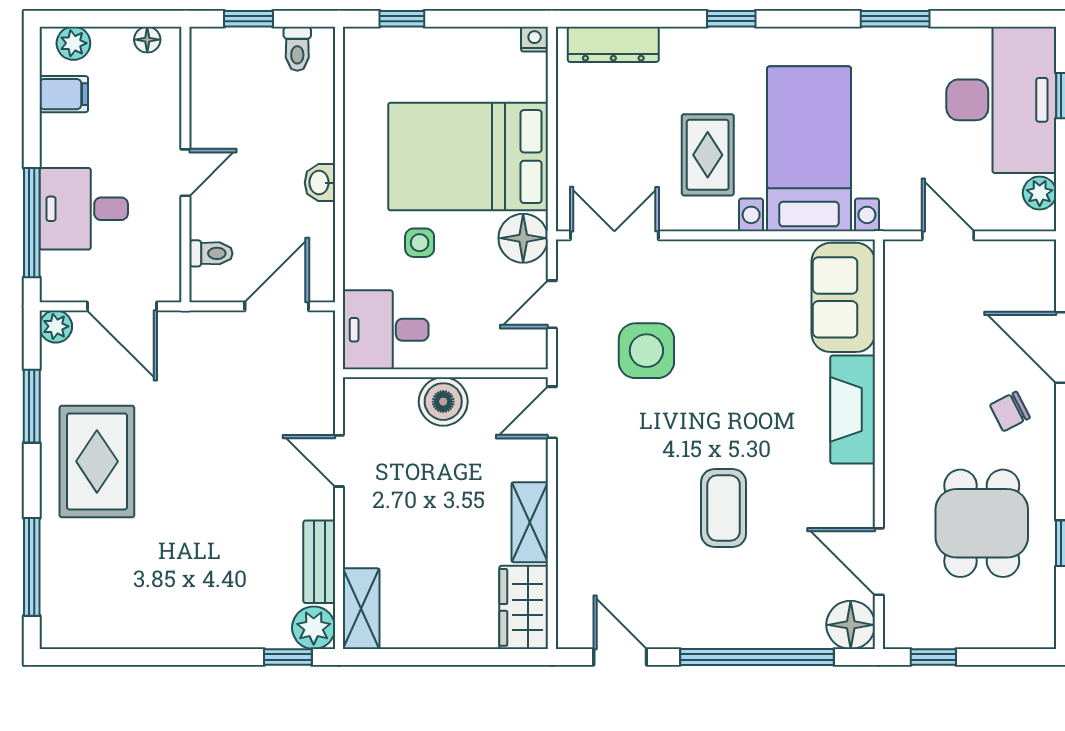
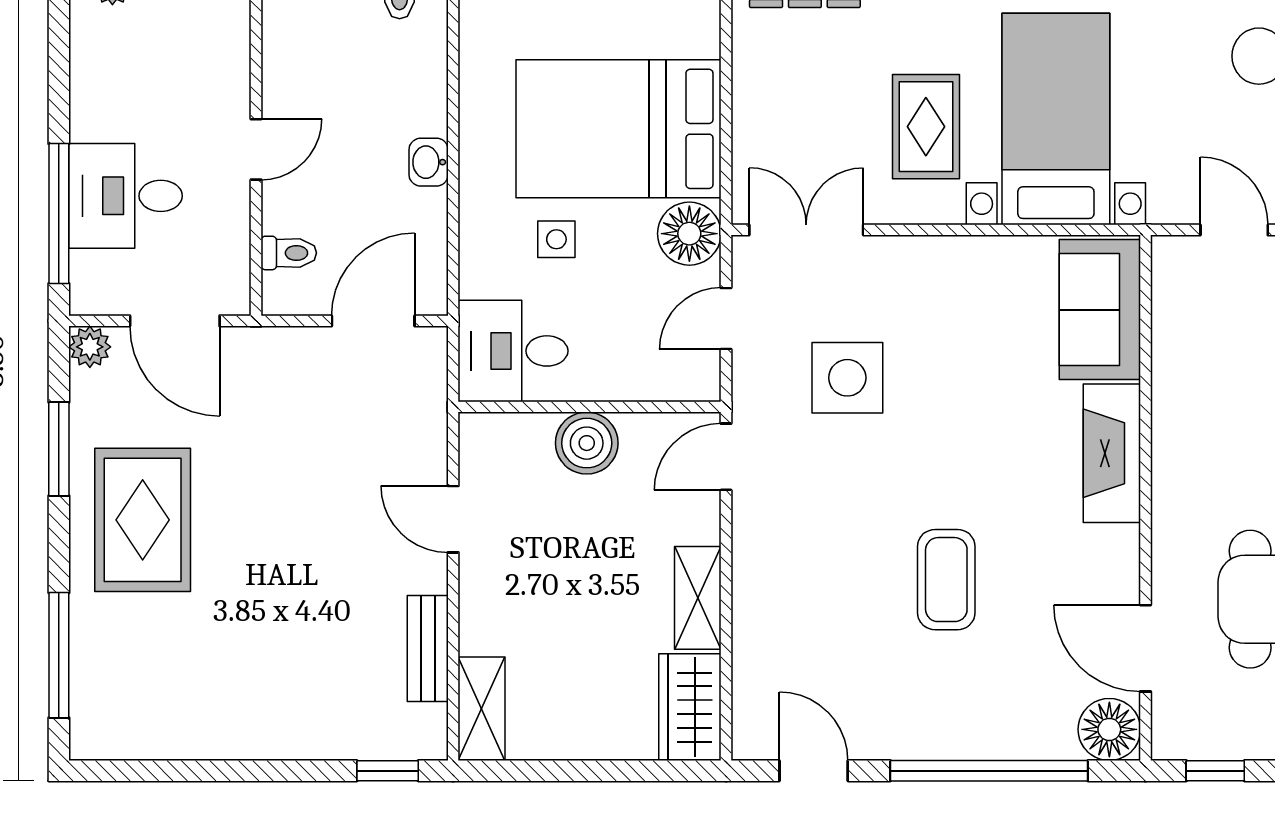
filing cabinet: (64, 94) -> (100, 49), removed
plant: (314, 628) -> (421, 733), removed

